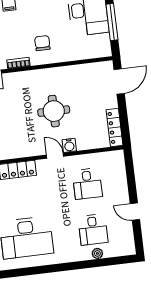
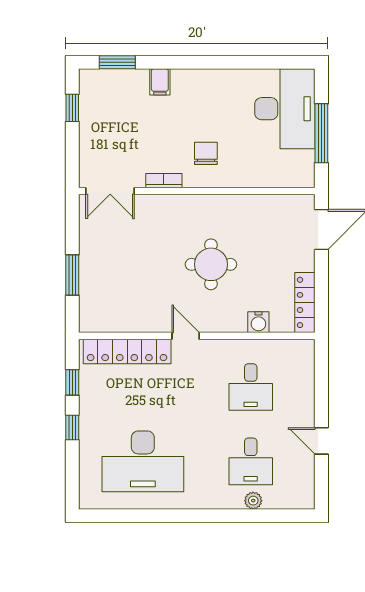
water cooler: (69, 145) -> (258, 322), moved
door: (55, 156) -> (186, 336), moved

